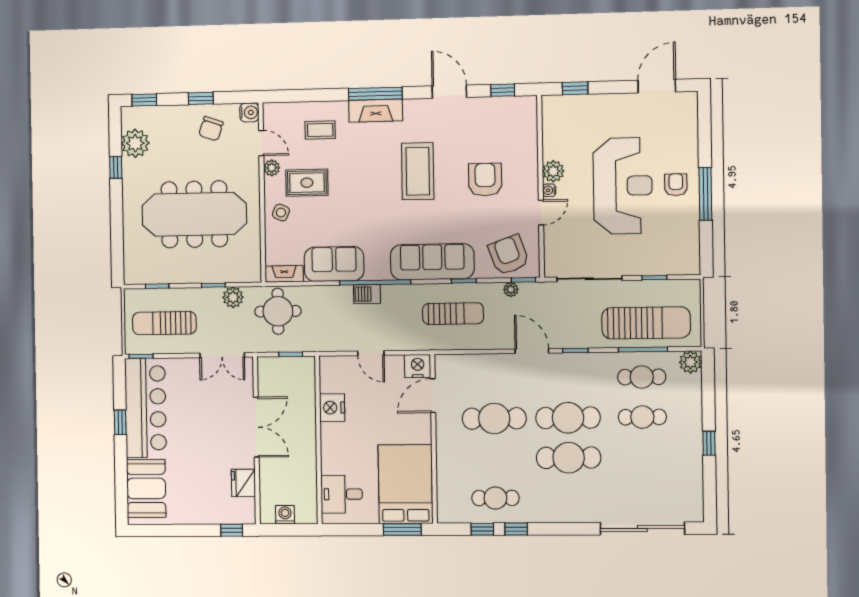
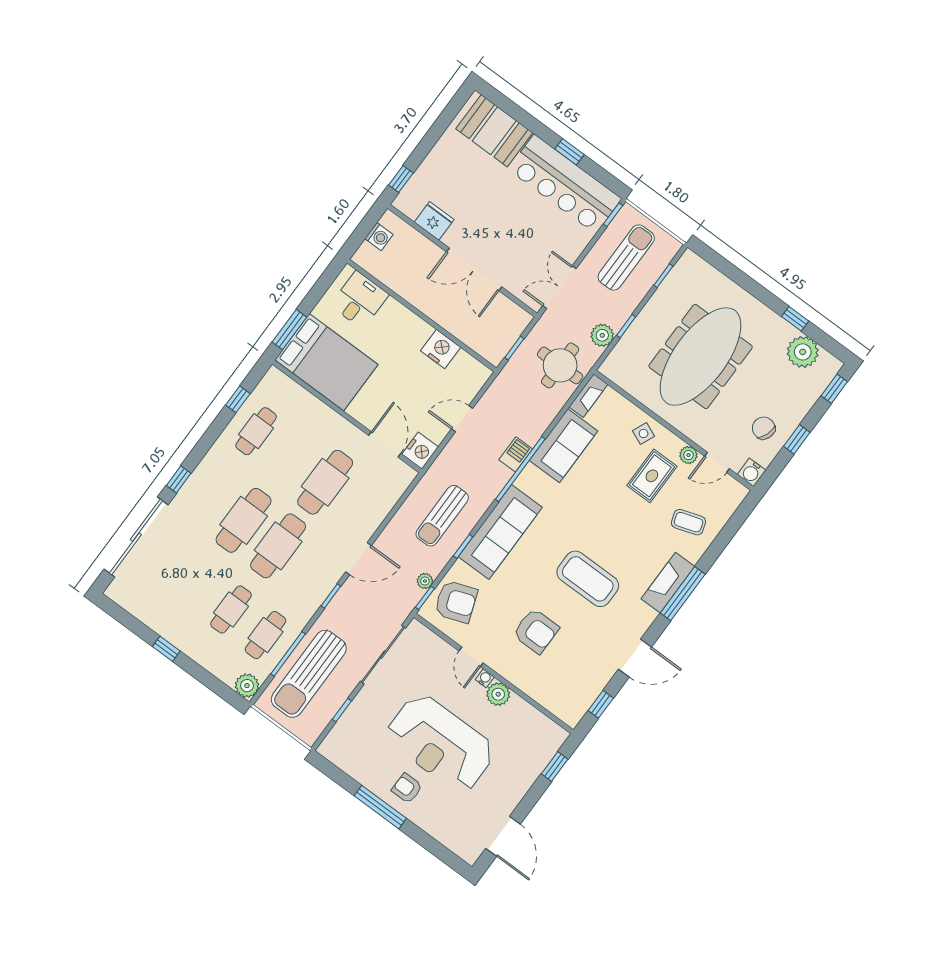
coffee table: (320, 130) -> (688, 522), turned 72
armchair: (676, 185) -> (407, 788), turned 180
window: (516, 529) -> (179, 479), moved

